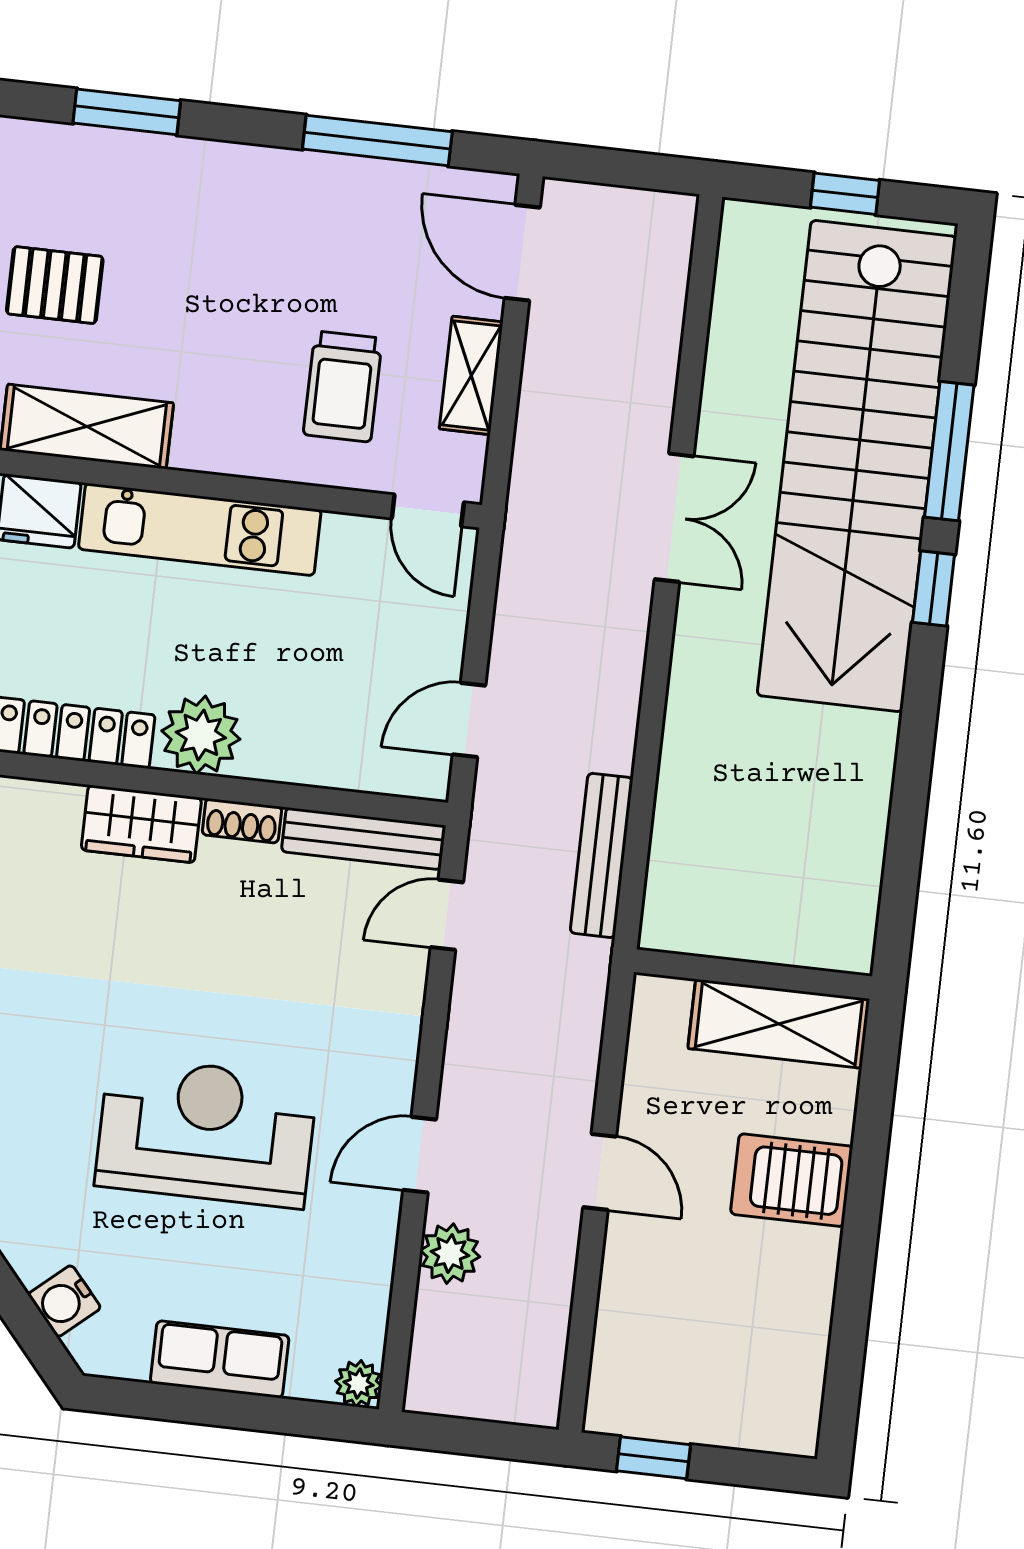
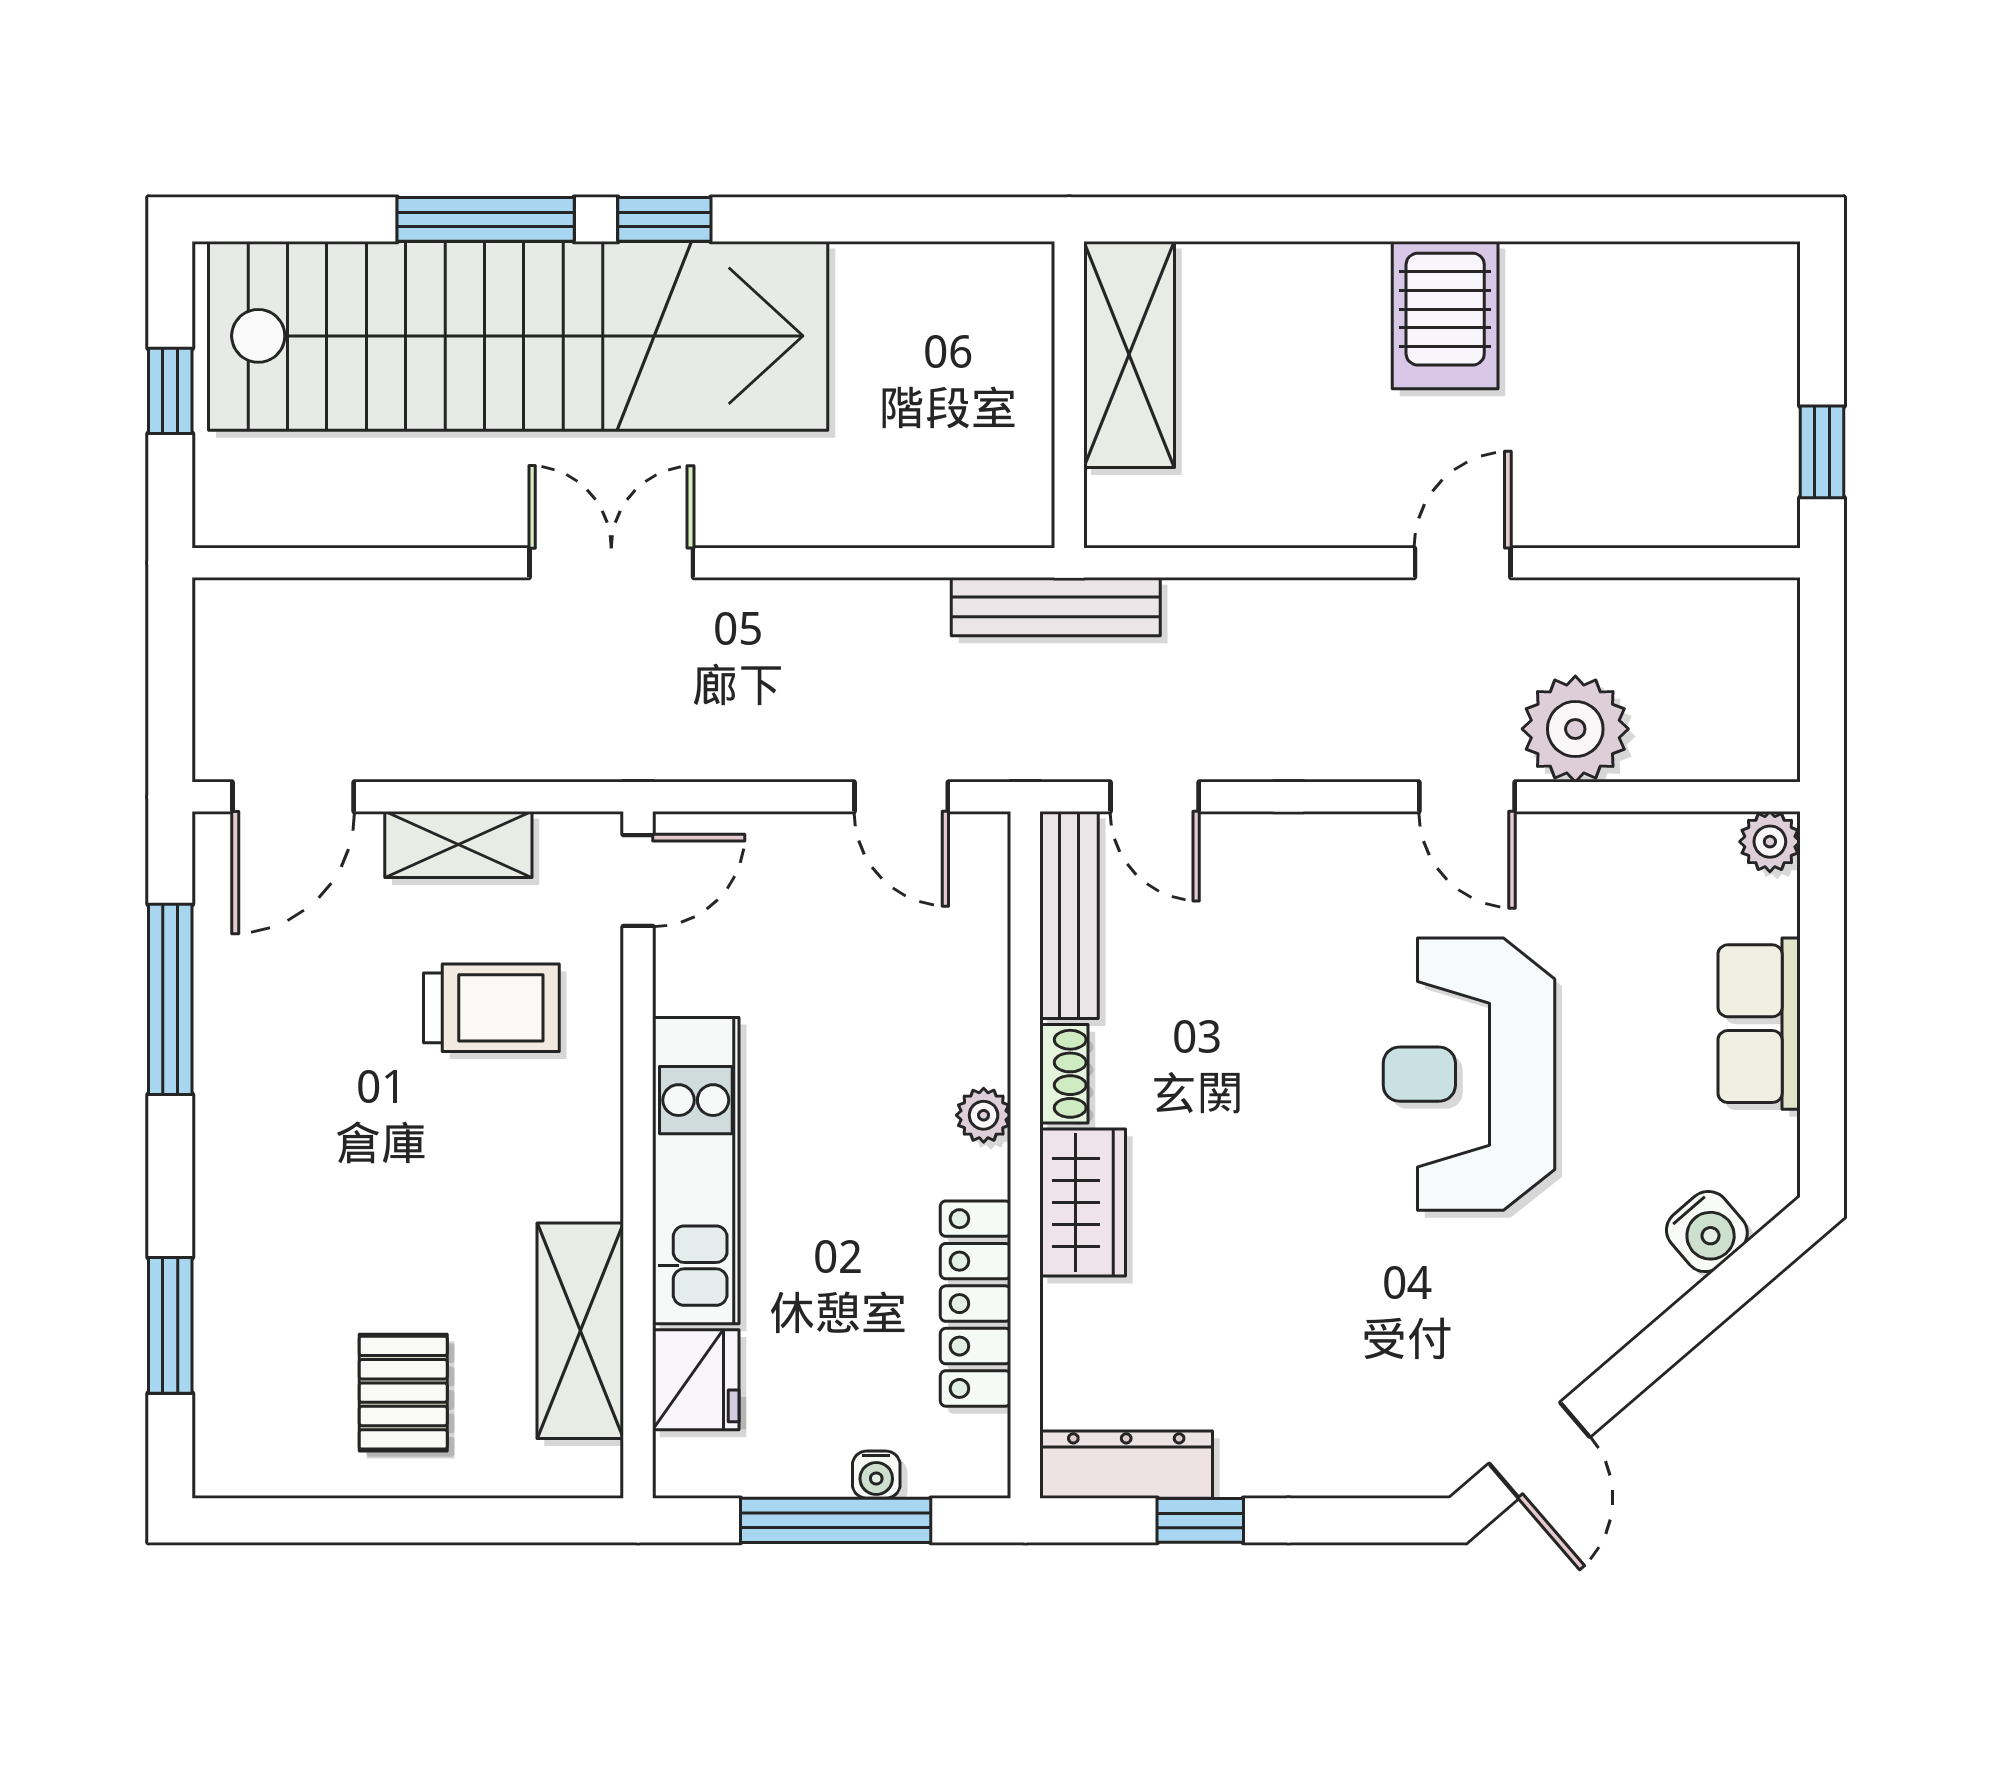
plant: (201, 735) -> (984, 1115), width x0.53, depth x0.53
wall: (753, 974) -> (1069, 395), moved
shelving: (779, 1024) -> (1129, 354), moved
plant: (450, 1254) -> (1575, 729), width x1.36, depth x1.36

